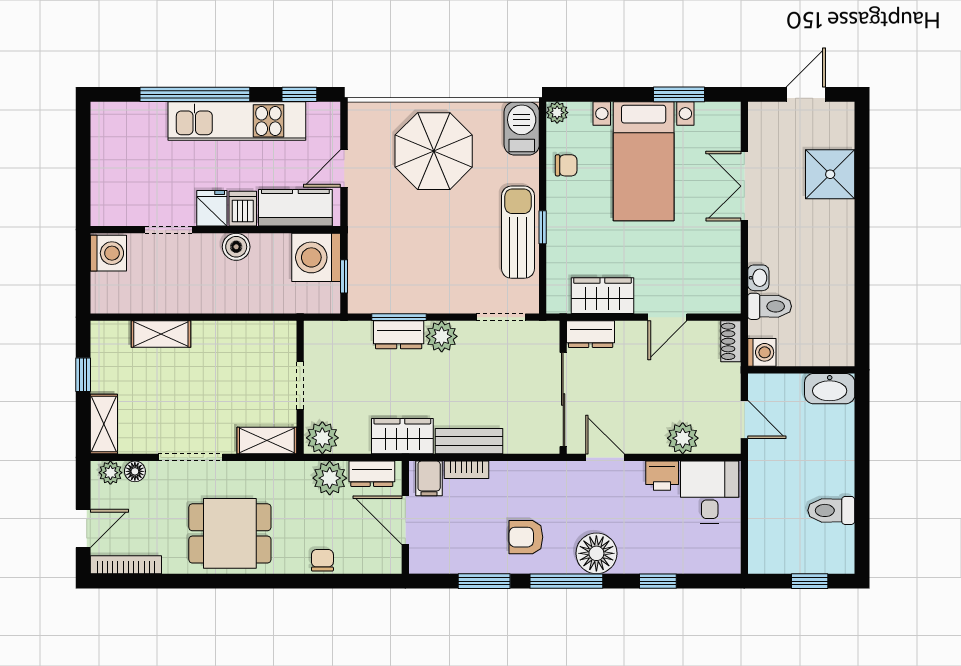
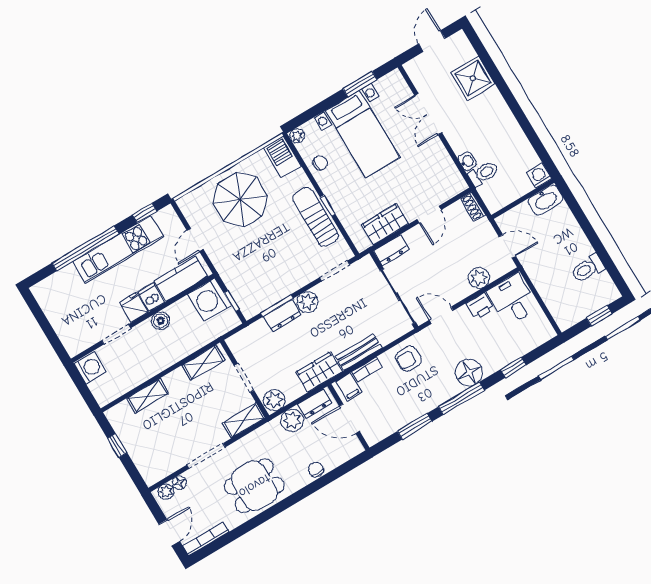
washing machine: (762, 352) -> (539, 176), moved, turned -90
shelving: (104, 424) -> (203, 363), moved, turned 90
armchair: (526, 537) -> (408, 359), moved

